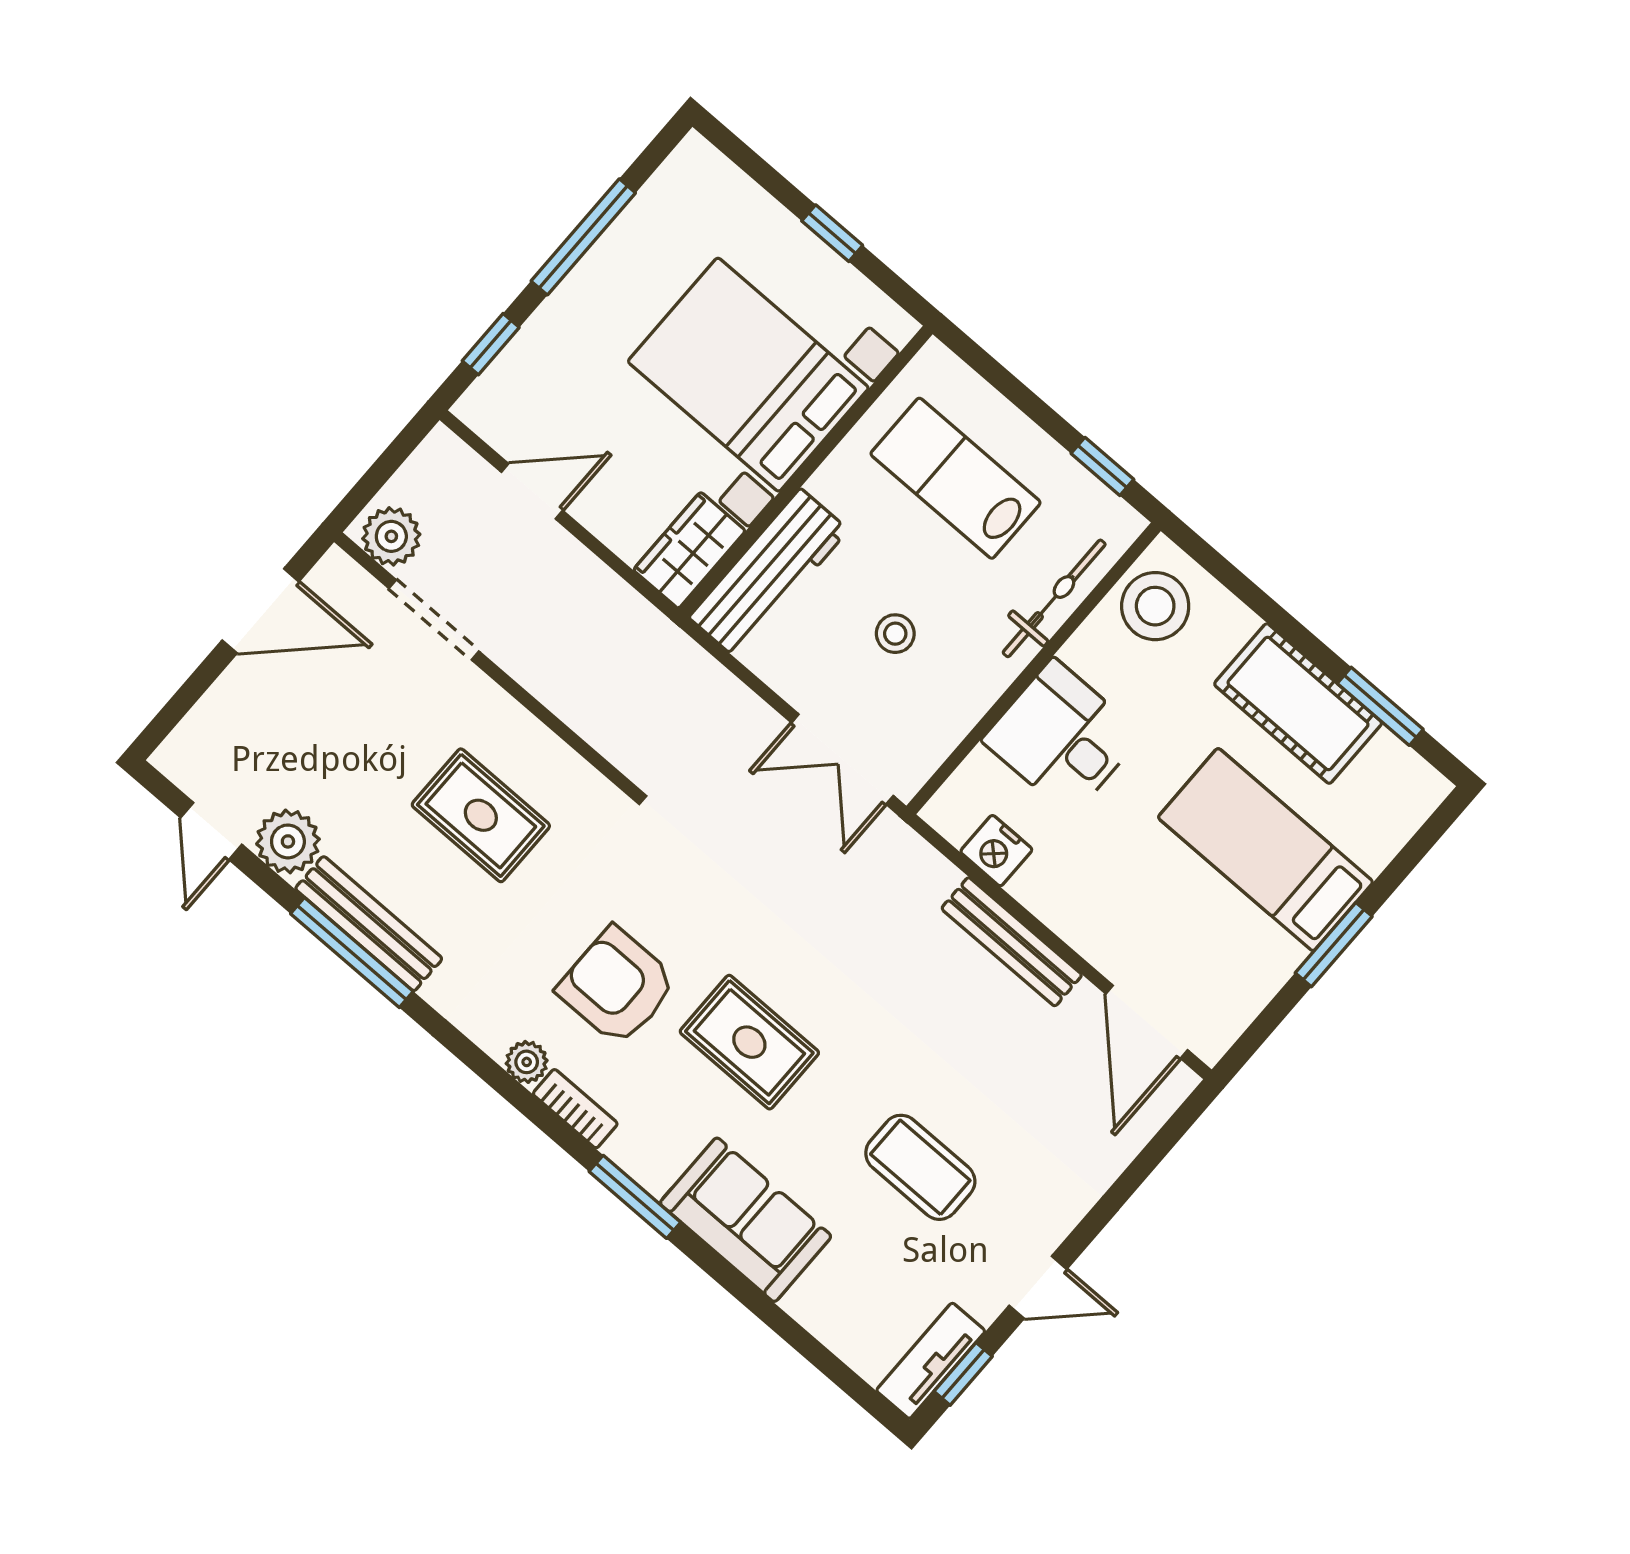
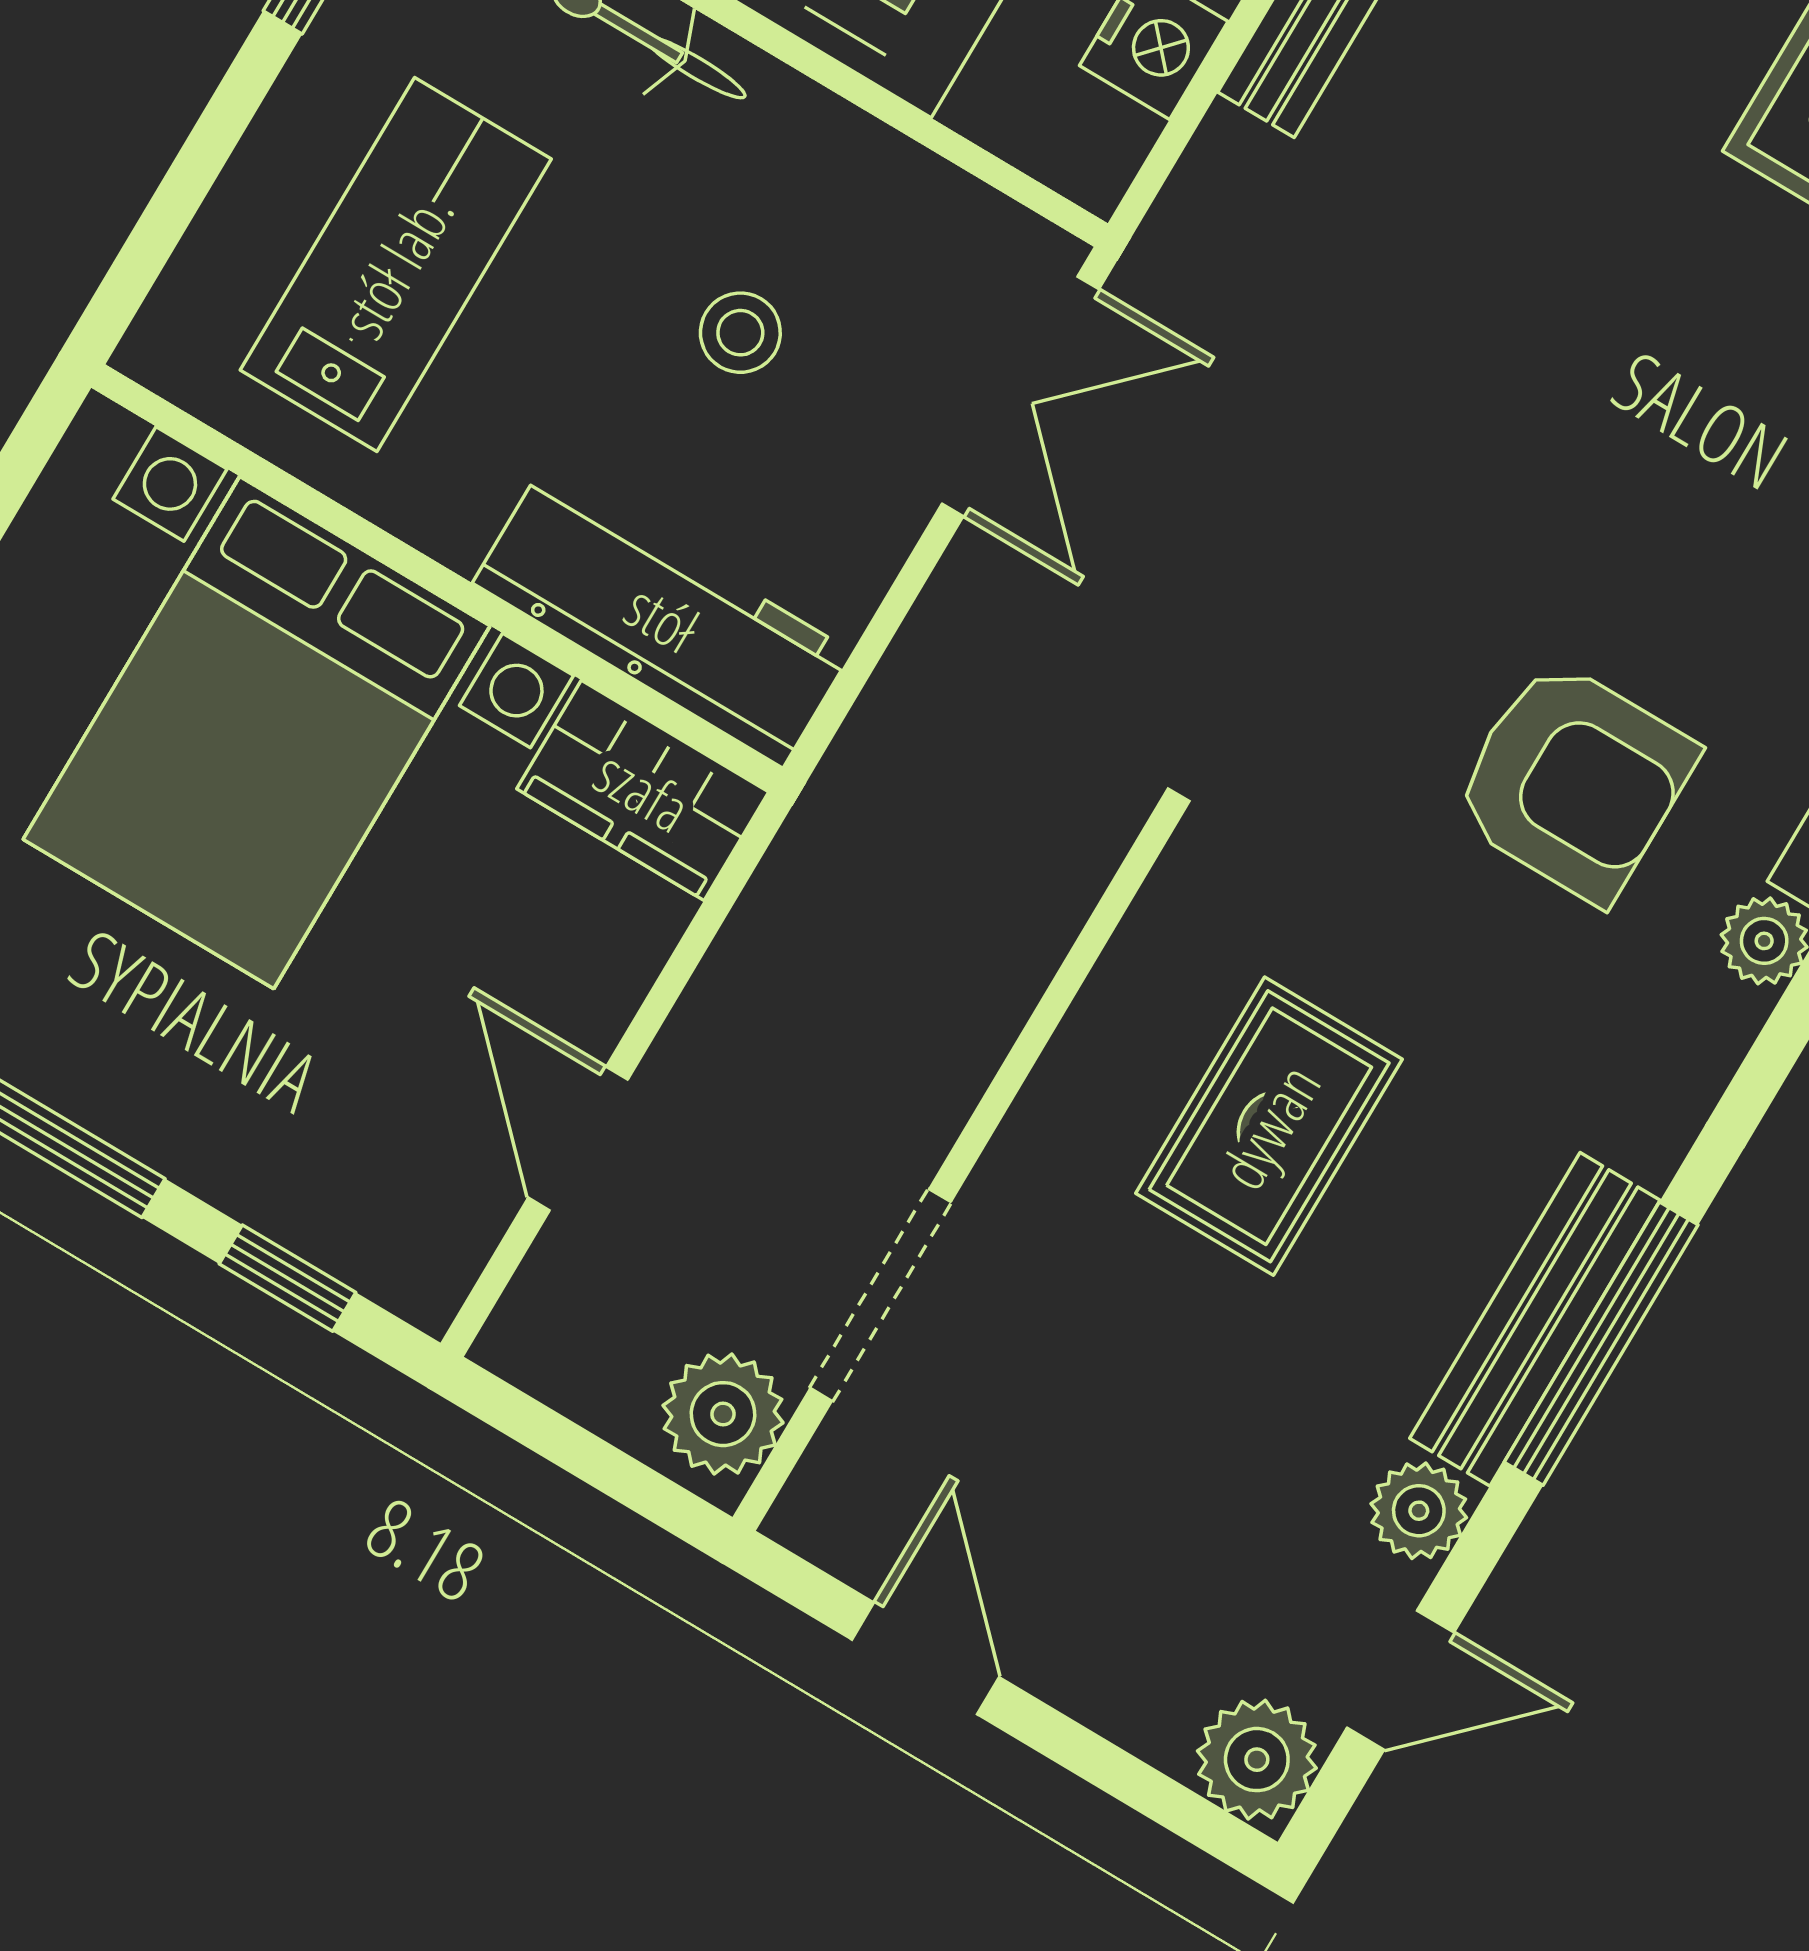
lab bench: (956, 478) -> (396, 264), turned 180
door: (260, 611) -> (926, 1658), width x0.73
plant: (186, 757) -> (1257, 1760), added
plant: (288, 841) -> (1419, 1511), width x0.73, depth x0.73
armchair: (617, 986) -> (1574, 781), turned -90
rug: (749, 1042) -> (1642, 486), removed

